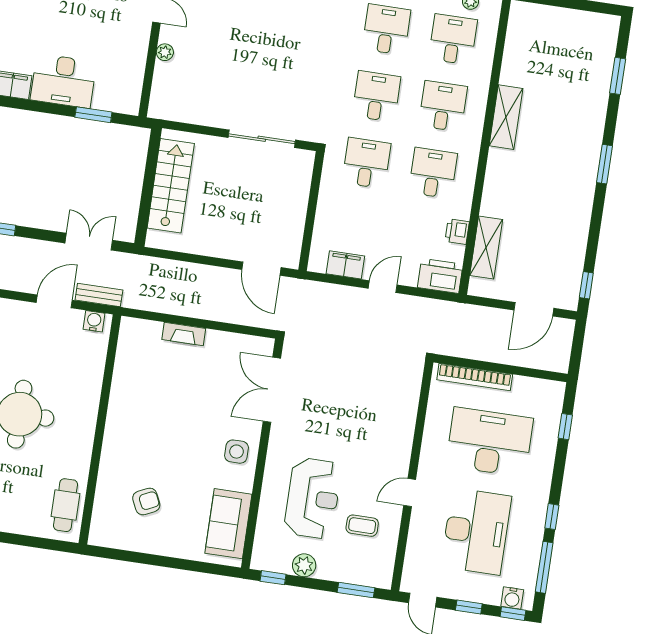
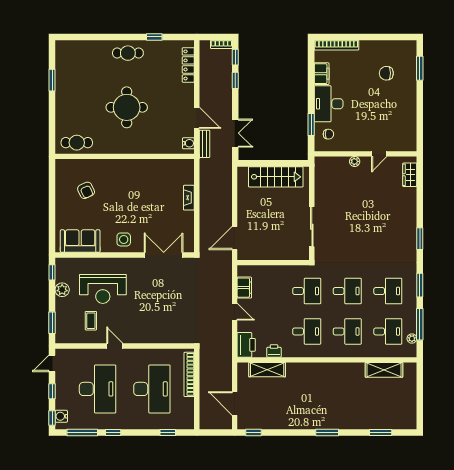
chair: (113, 89) -> (328, 134), added
shelving: (506, 117) -> (384, 370), moved
desk: (476, 531) -> (98, 389), turned -90

